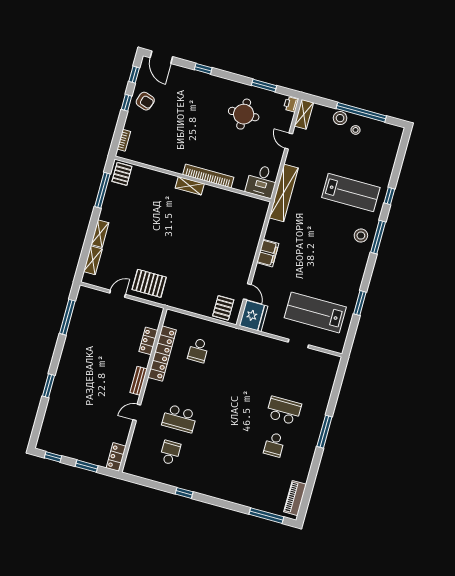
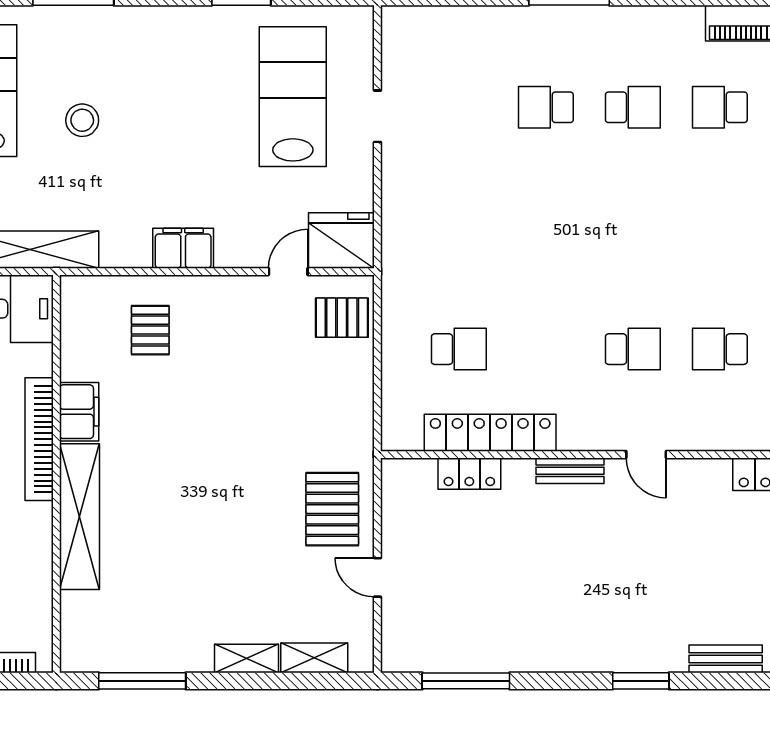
pallet: (122, 174) -> (150, 330), moved, turned 90
shelving: (190, 186) -> (79, 517), width x2.20, depth x1.33
filing cabinet: (215, 195) -> (79, 412), added
stool: (361, 236) -> (82, 120), moved
lab bench: (315, 312) -> (293, 97), turned 180
school desk: (284, 411) -> (546, 107), width x0.54
school desk: (179, 419) -> (633, 349), width x0.54
bench: (48, 421) -> (726, 659), added
school desk: (265, 479) -> (720, 107), added

